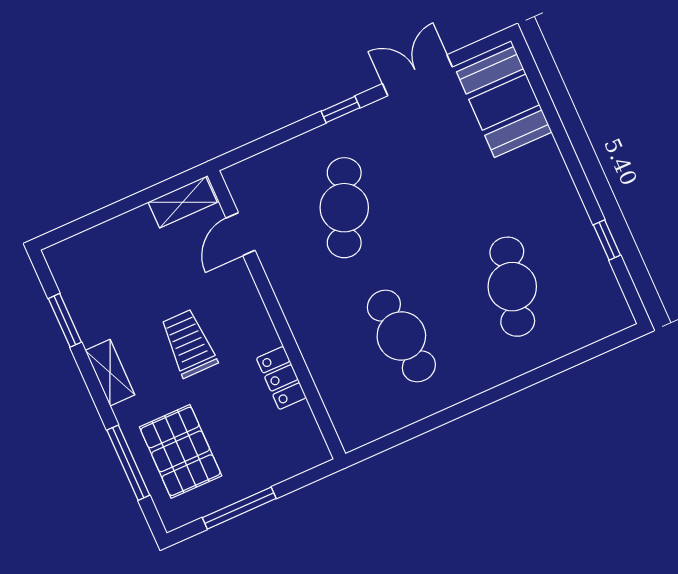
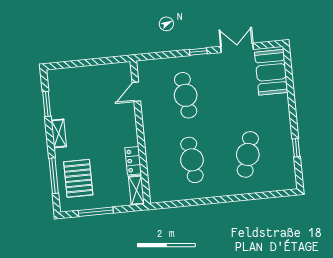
shelving: (183, 202) -> (136, 190), moved, turned 90
cafe table: (344, 208) -> (186, 95), turned -30
trolley: (189, 343) -> (98, 132), removed

